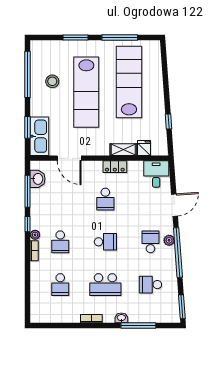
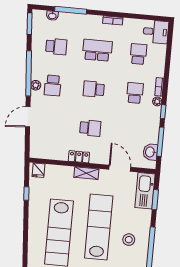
fridge: (144, 148) -> (38, 170), moved
shelving: (123, 150) -> (86, 173), moved
desk: (156, 174) -> (156, 32), moved, turned -90
school desk: (105, 199) -> (90, 128), turned 90
washbasin: (121, 318) -> (52, 16), moved

